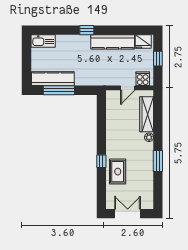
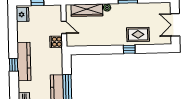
kitchen counter: (113, 42) -> (24, 62), moved
cooker: (143, 79) -> (56, 42), moved

